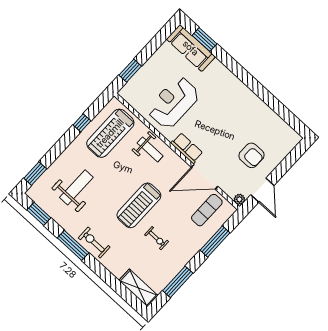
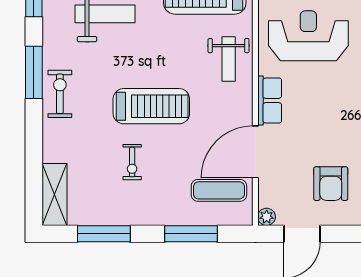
door: (205, 177) -> (255, 152), hinge flipped
treadmill: (139, 205) -> (151, 106), turned 180

